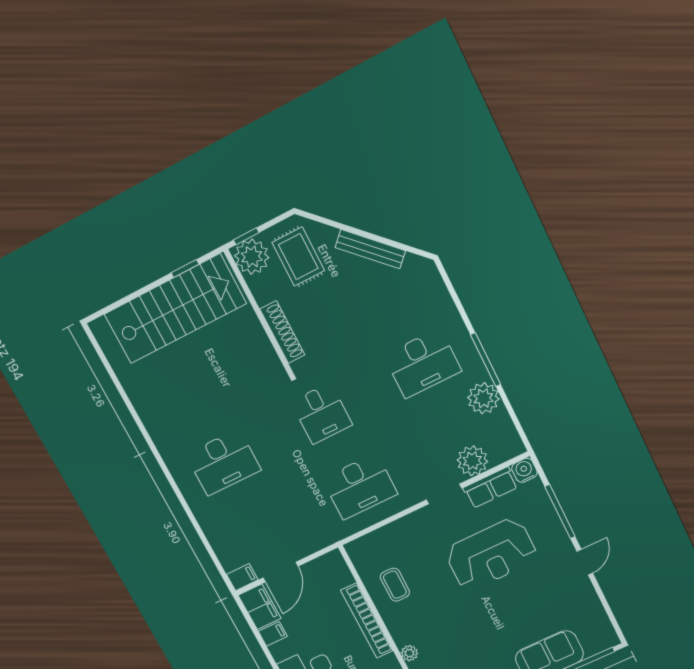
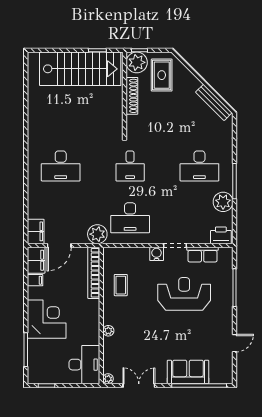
bench: (370, 249) -> (214, 102), moved
shoe rack: (282, 332) -> (132, 96), moved
printer: (504, 448) -> (221, 235), added
plant: (472, 461) -> (97, 234), moved
water cooler: (524, 470) -> (157, 254), moved
reception desk: (491, 554) -> (184, 294), turned 180
door: (585, 562) -> (234, 343), moved
filing cabinet: (242, 577) -> (36, 231), width x2.00
bookcase: (367, 621) -> (94, 273), moved

